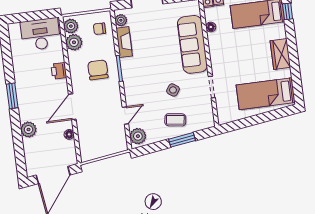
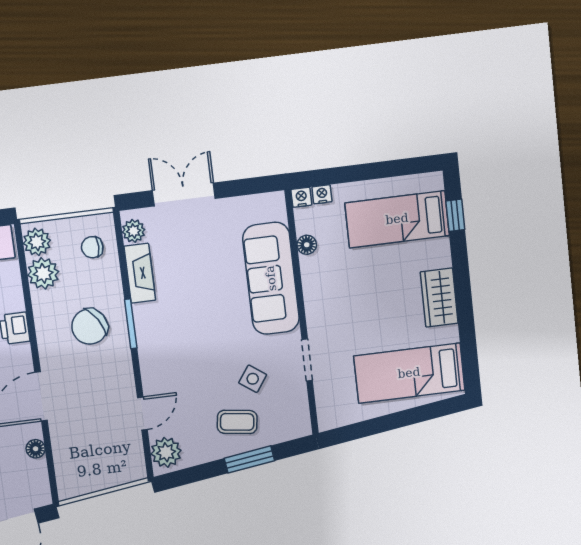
chair: (98, 70) -> (90, 327), turned -123
side table: (173, 90) -> (253, 379), moved

